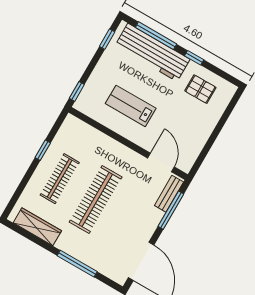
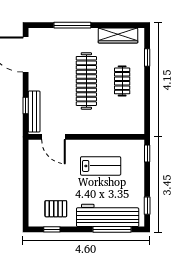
window: (194, 58) -> (52, 229), moved
window: (43, 150) -> (147, 58), moved
clothes rail: (60, 179) -> (122, 81), width x0.73
bench: (169, 194) -> (34, 112), width x1.36
window: (171, 210) -> (26, 106), width x0.46

